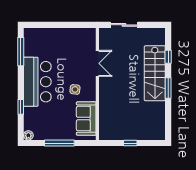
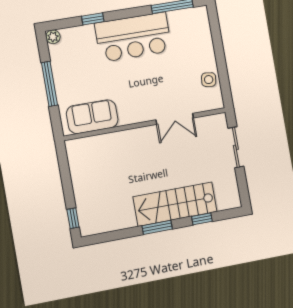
side table: (75, 89) -> (209, 80), moved
window: (130, 143) -> (73, 218), moved

